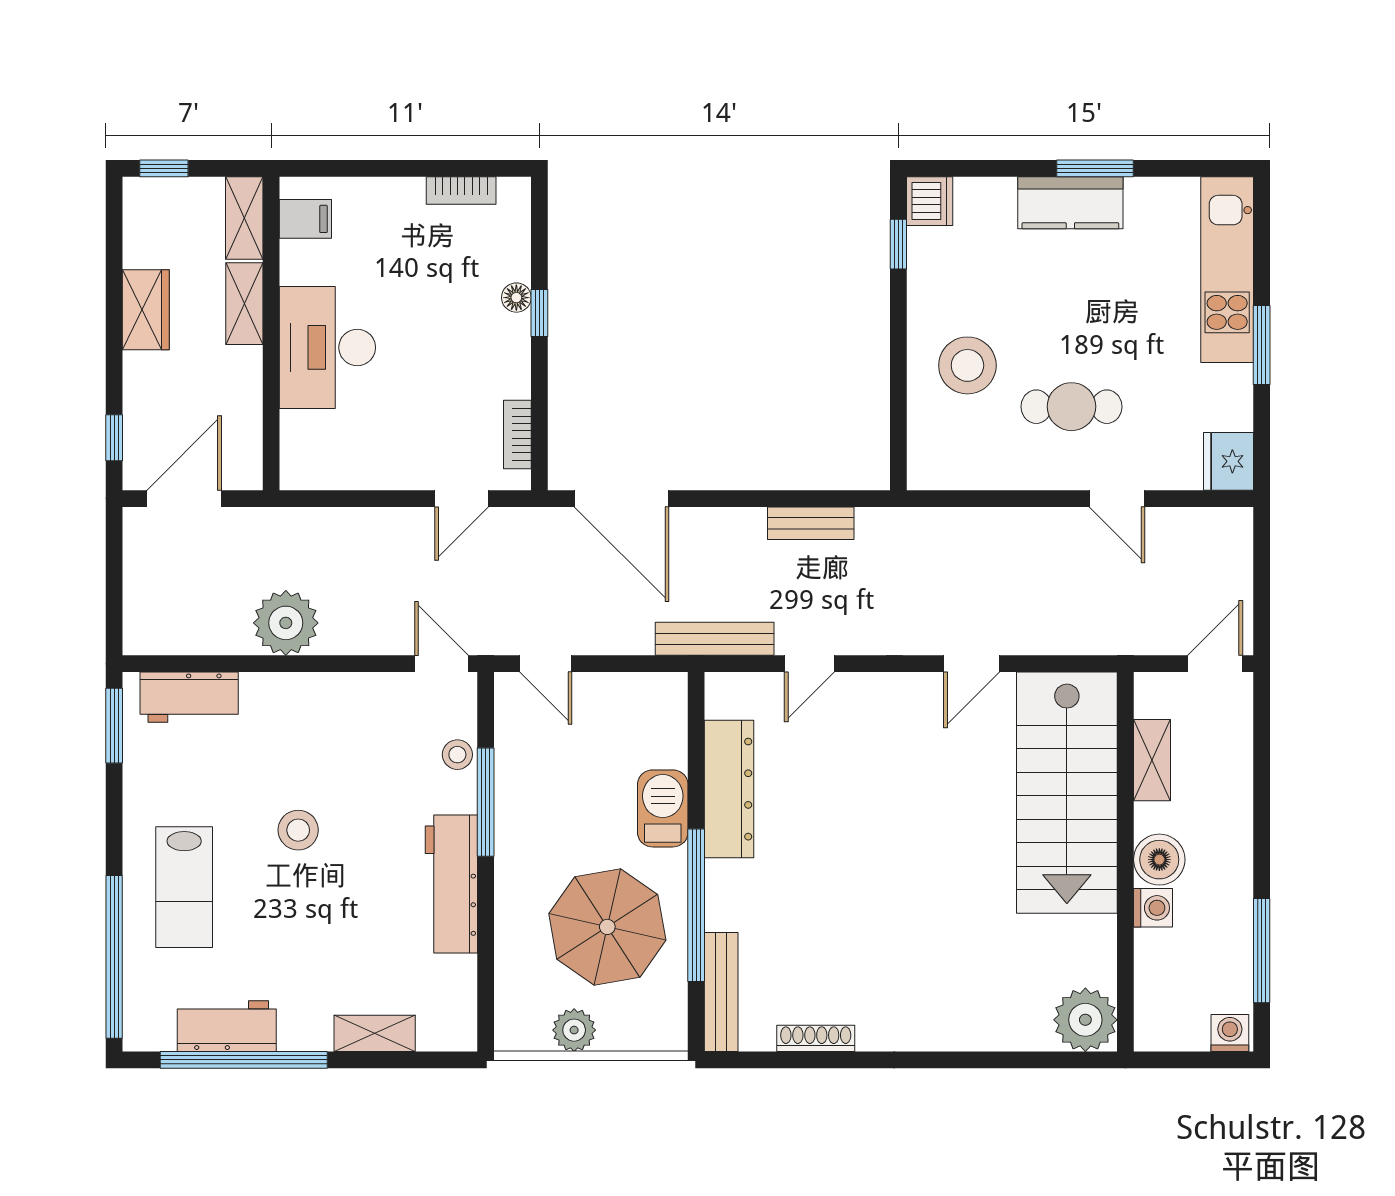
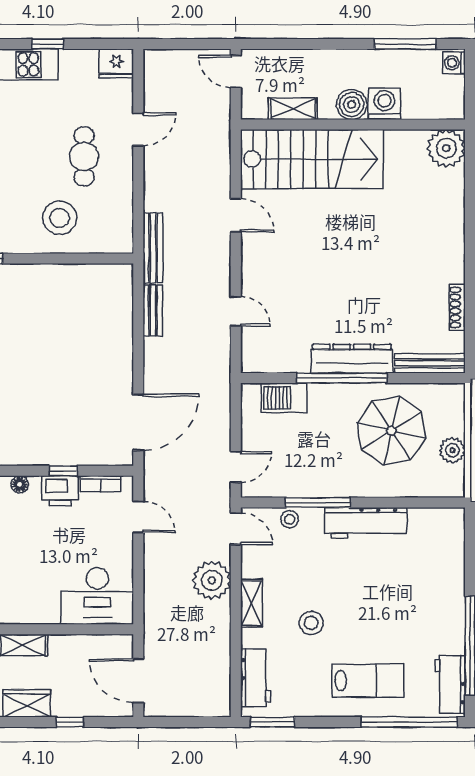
window: (539, 313) -> (63, 471), moved
window: (1262, 345) -> (48, 44), width x0.67
desk: (327, 347) -> (97, 596), moved
printer: (505, 366) -> (60, 491), added
window: (114, 438) -> (70, 722), moved
plant: (286, 623) -> (212, 580), moved
bench: (715, 639) -> (153, 248), moved
door: (441, 664) -> (236, 529), swing flipped
dresser: (729, 789) -> (352, 359), moved
barbecue: (663, 808) -> (284, 398), moved
stool: (298, 830) -> (311, 623), moved
window: (696, 905) -> (342, 378), moved
washing machine: (1153, 908) -> (384, 104), width x1.38, depth x1.38
workbench: (227, 1026) -> (450, 684), moved
shelving: (375, 1033) -> (251, 603), moved

